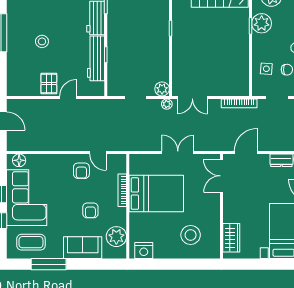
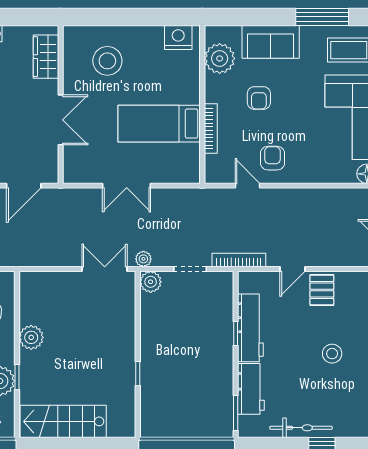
plant: (241, 52) -> (31, 337), added
bookcase: (239, 103) -> (239, 260), moved
double door: (221, 176) -> (61, 120), moved
bed: (156, 194) -> (159, 124), width x0.67
armchair: (90, 210) -> (259, 98), turned 180

